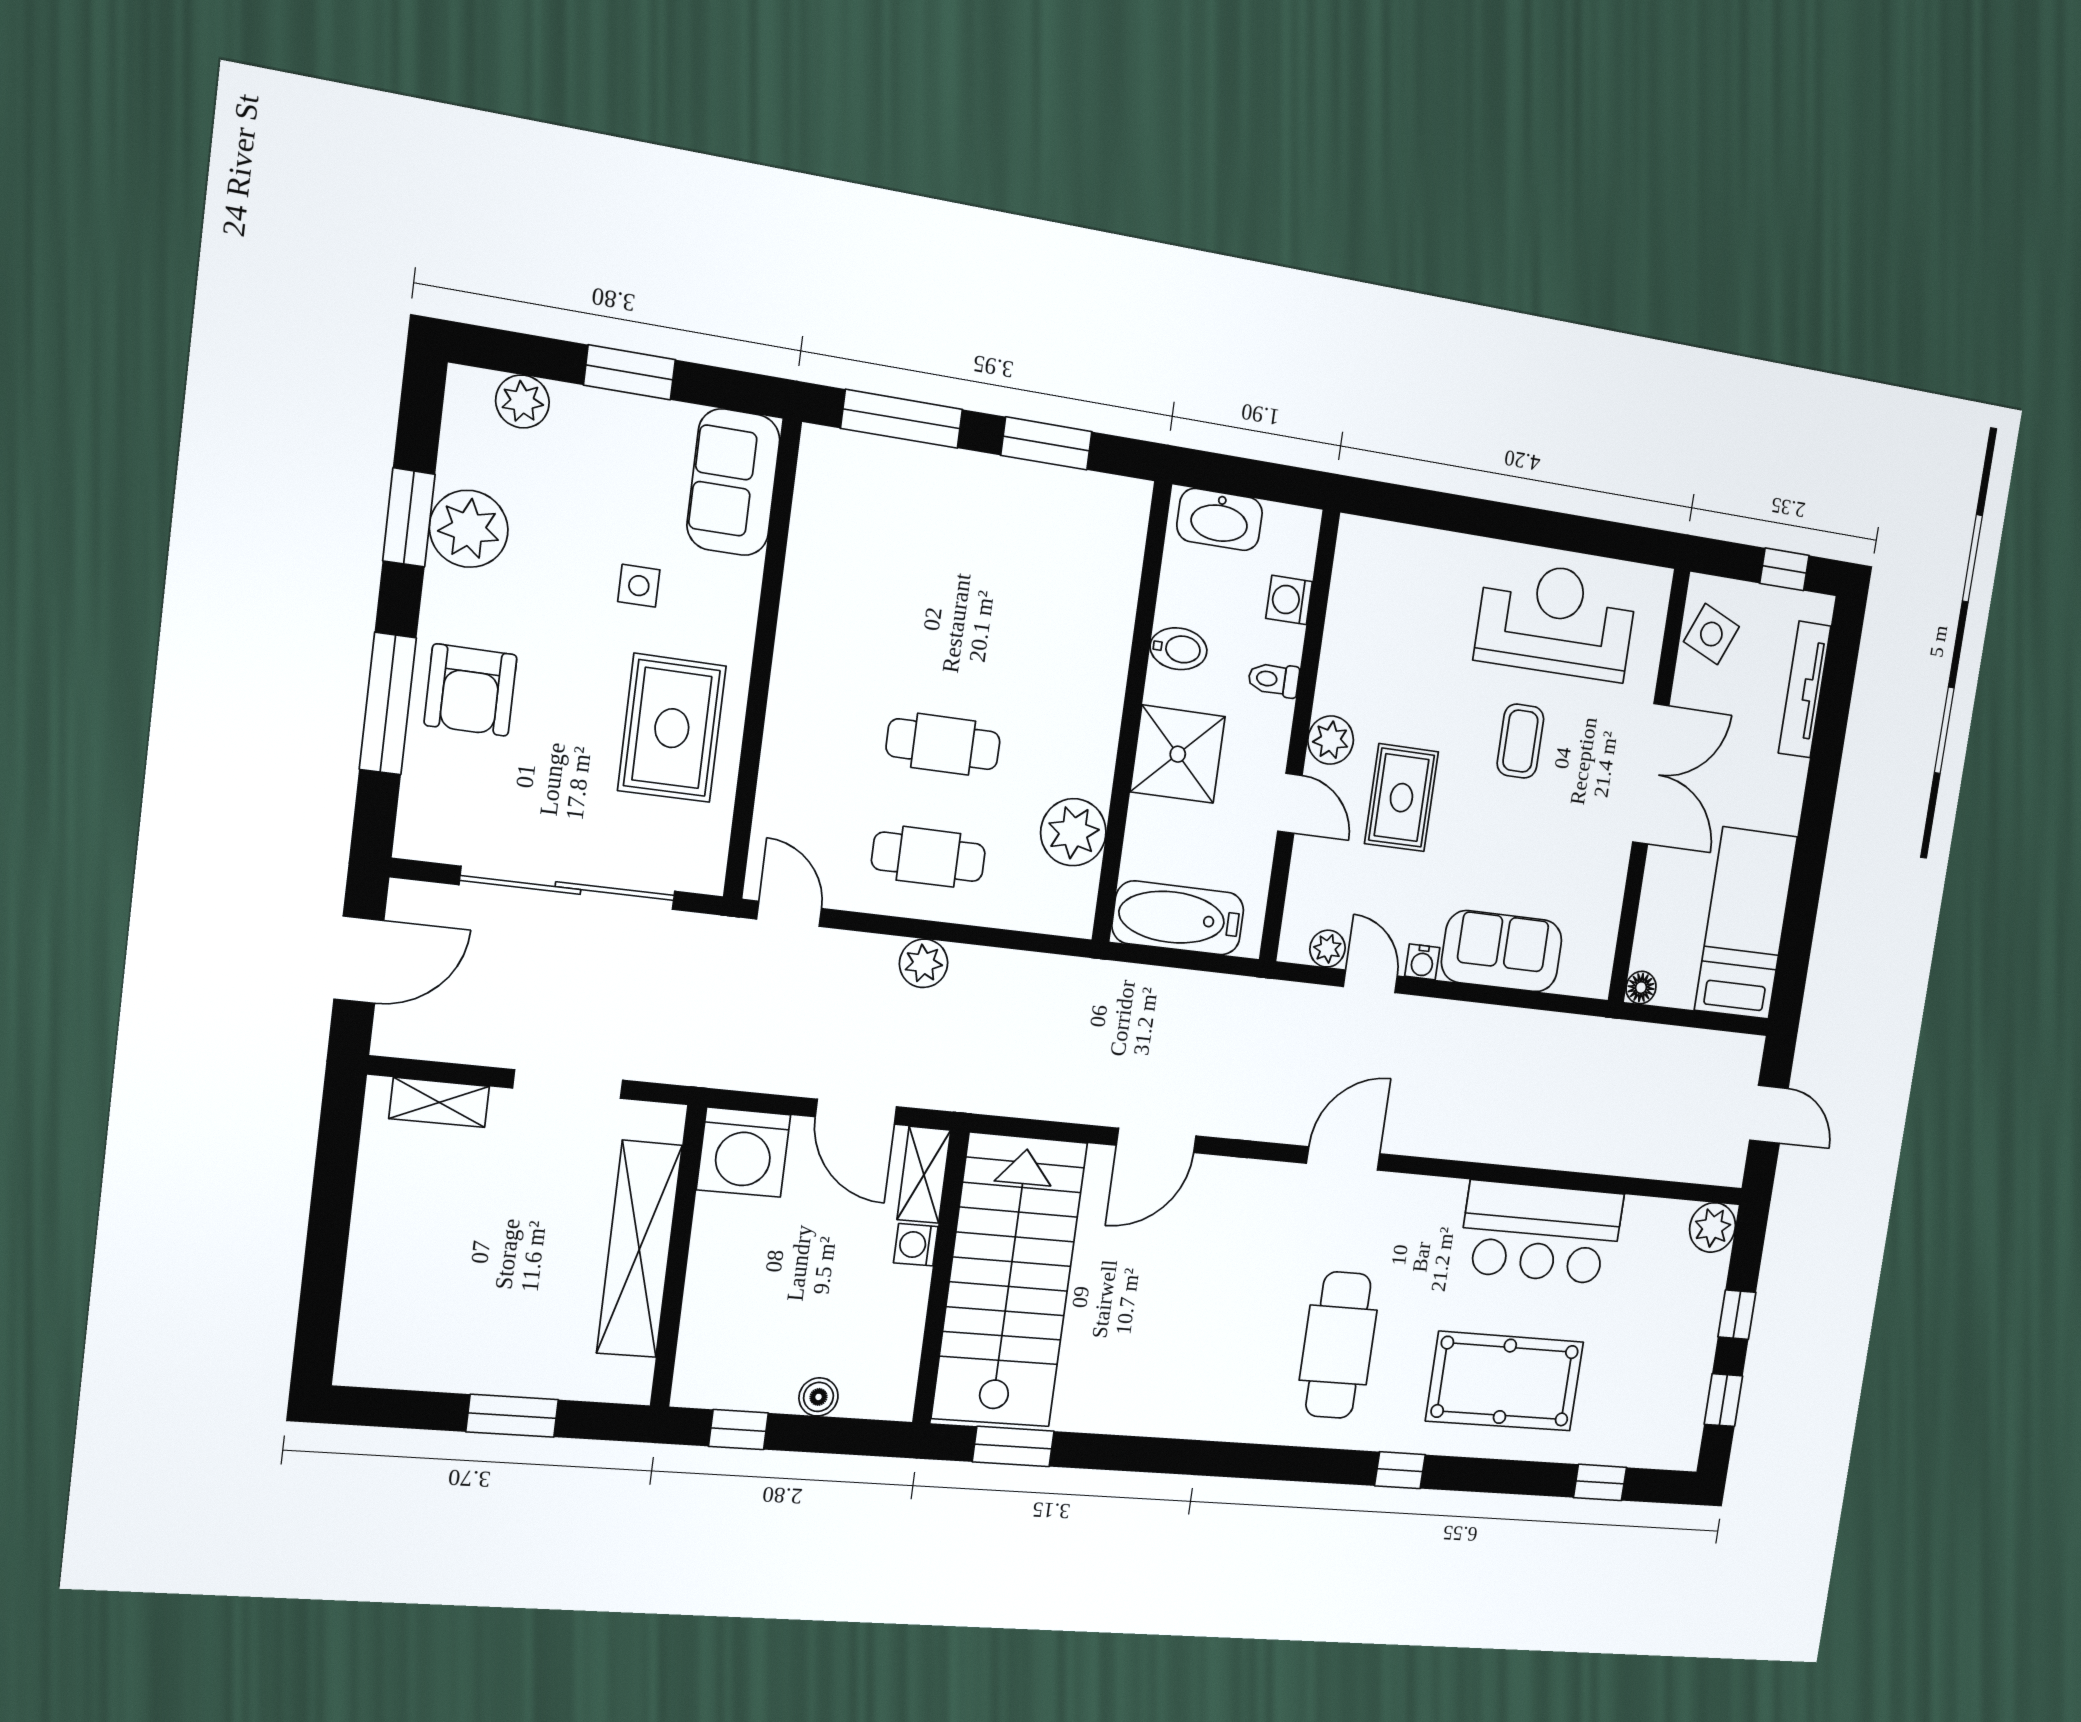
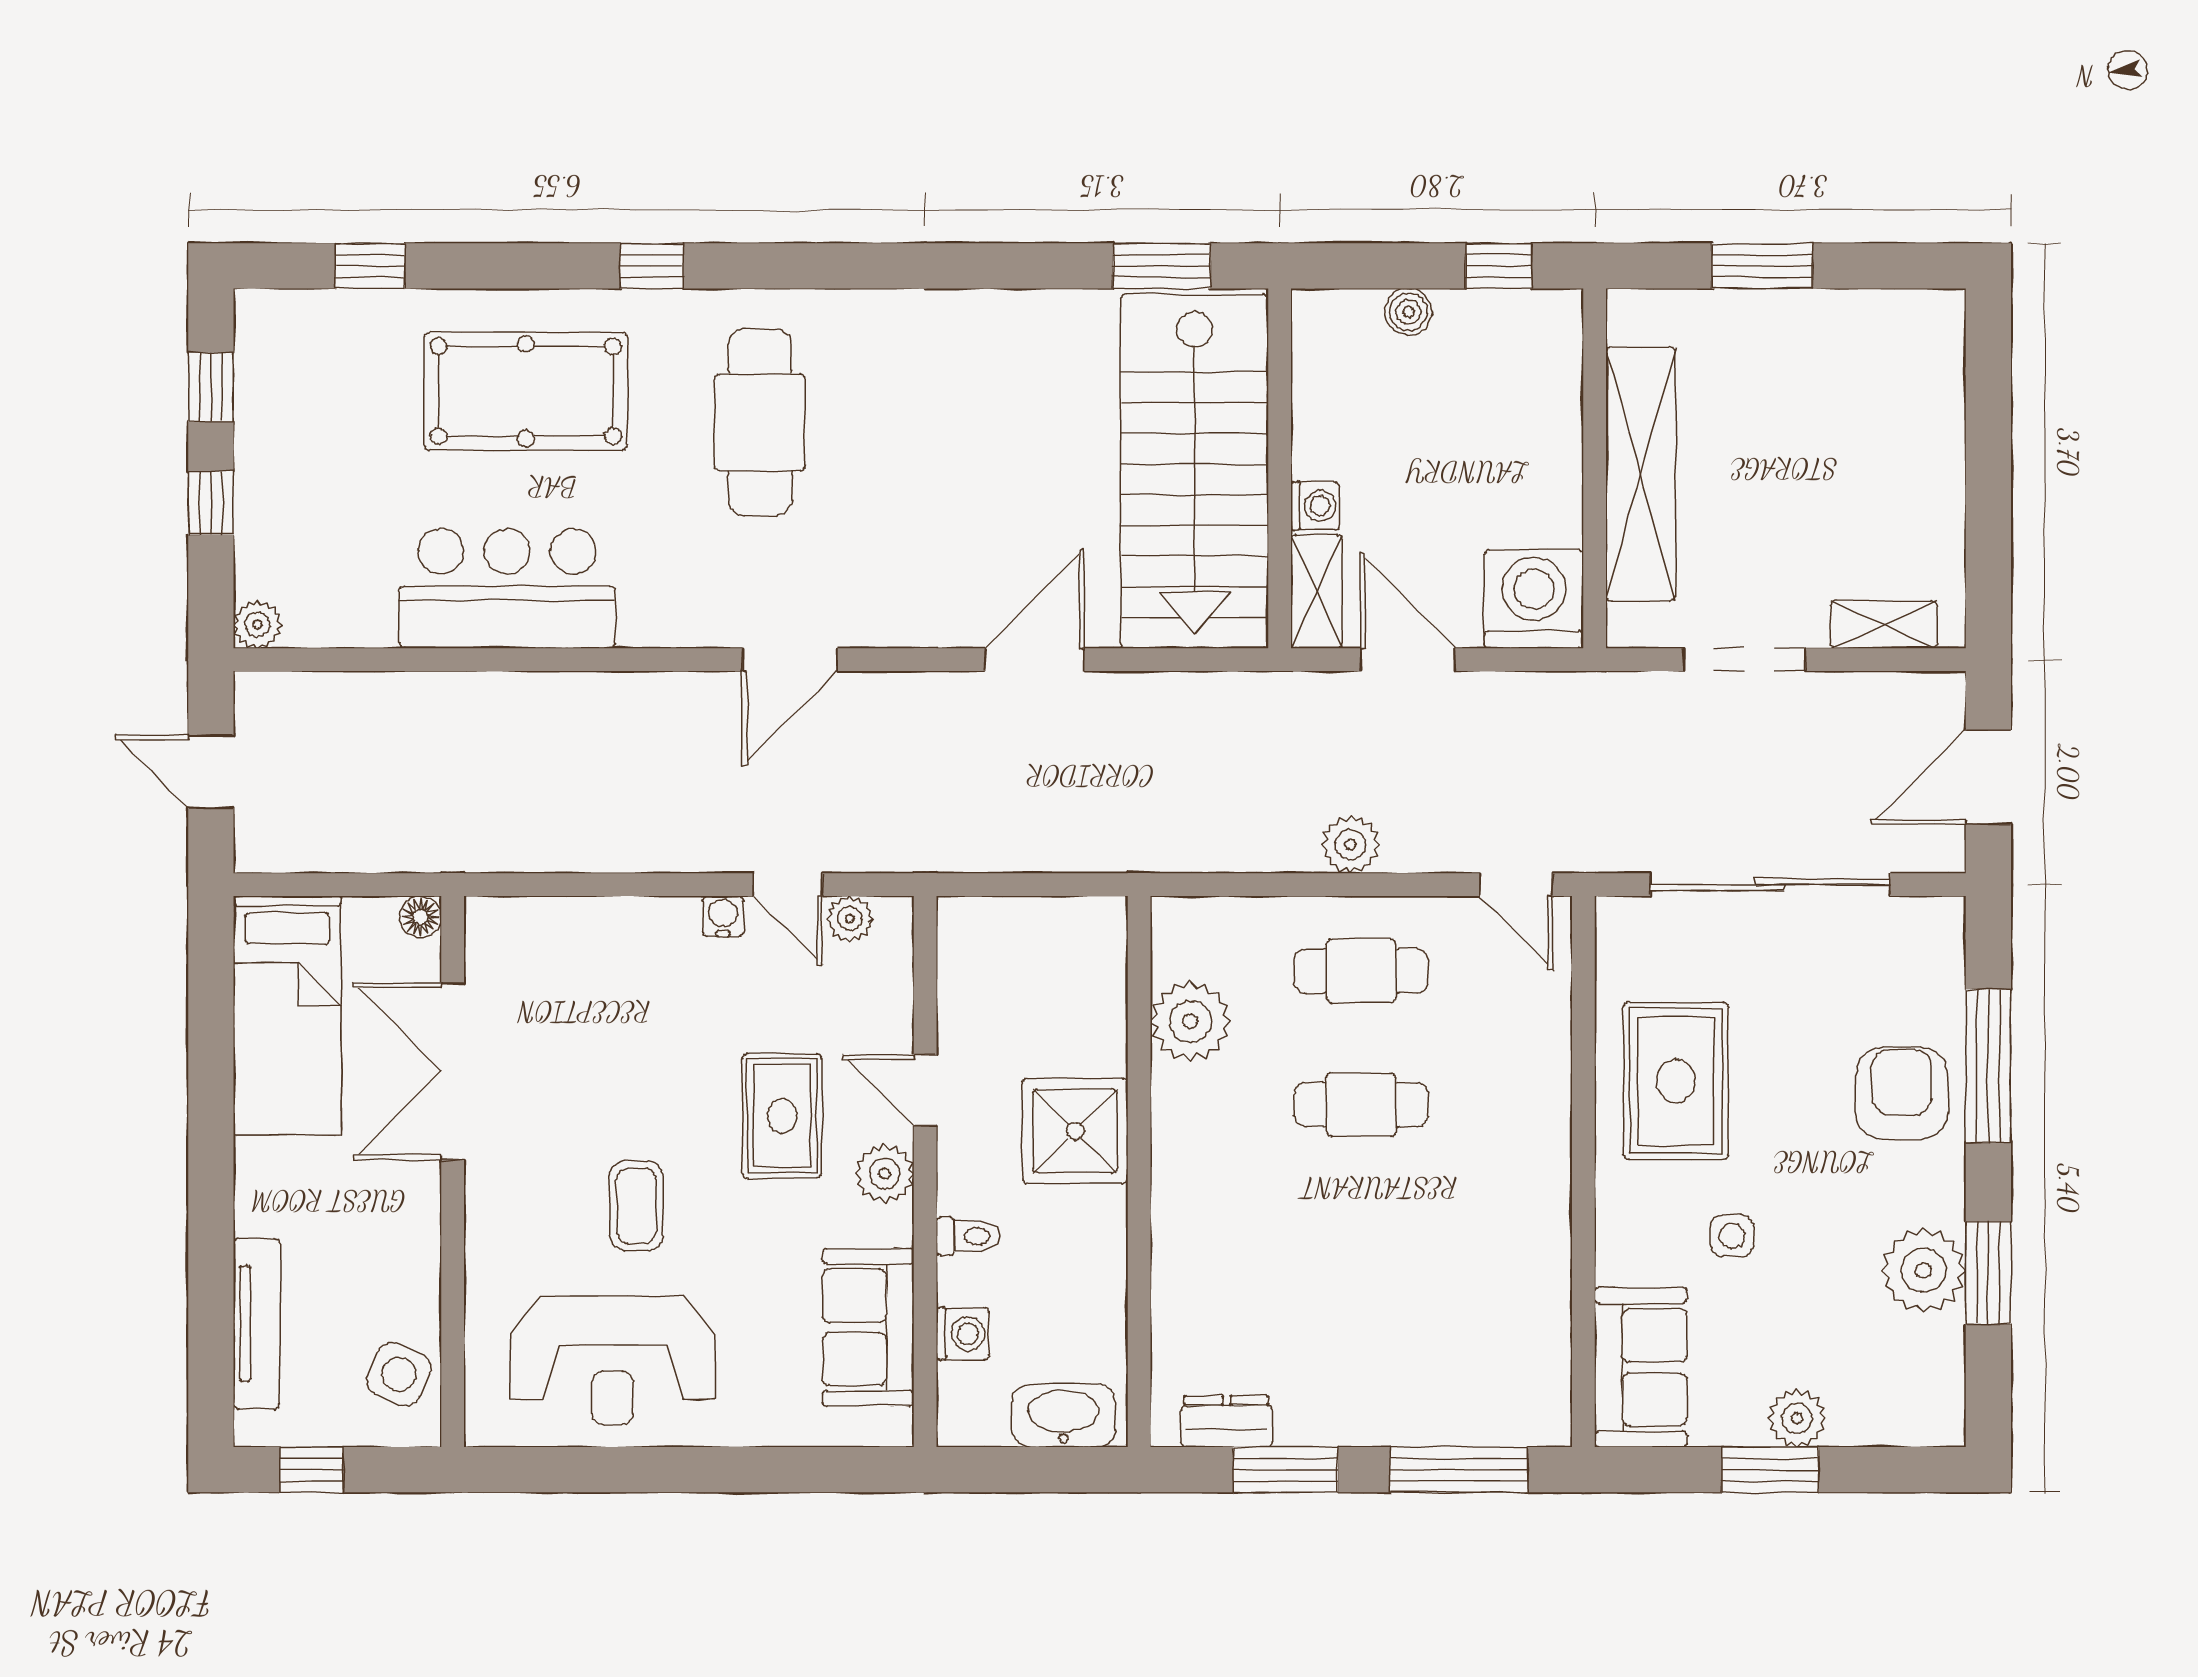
plant: (522, 402) -> (1797, 1418), moved
dresser: (1089, 493) -> (1227, 1422), added
bidet: (1179, 649) -> (1092, 1256), removed
double door: (1651, 774) -> (453, 1071), moved
bathtub: (1178, 918) -> (1046, 934), removed
sofa: (1502, 951) -> (868, 1327), moved, turned 90
plant: (1713, 1227) -> (257, 625), width x0.73, depth x0.73

